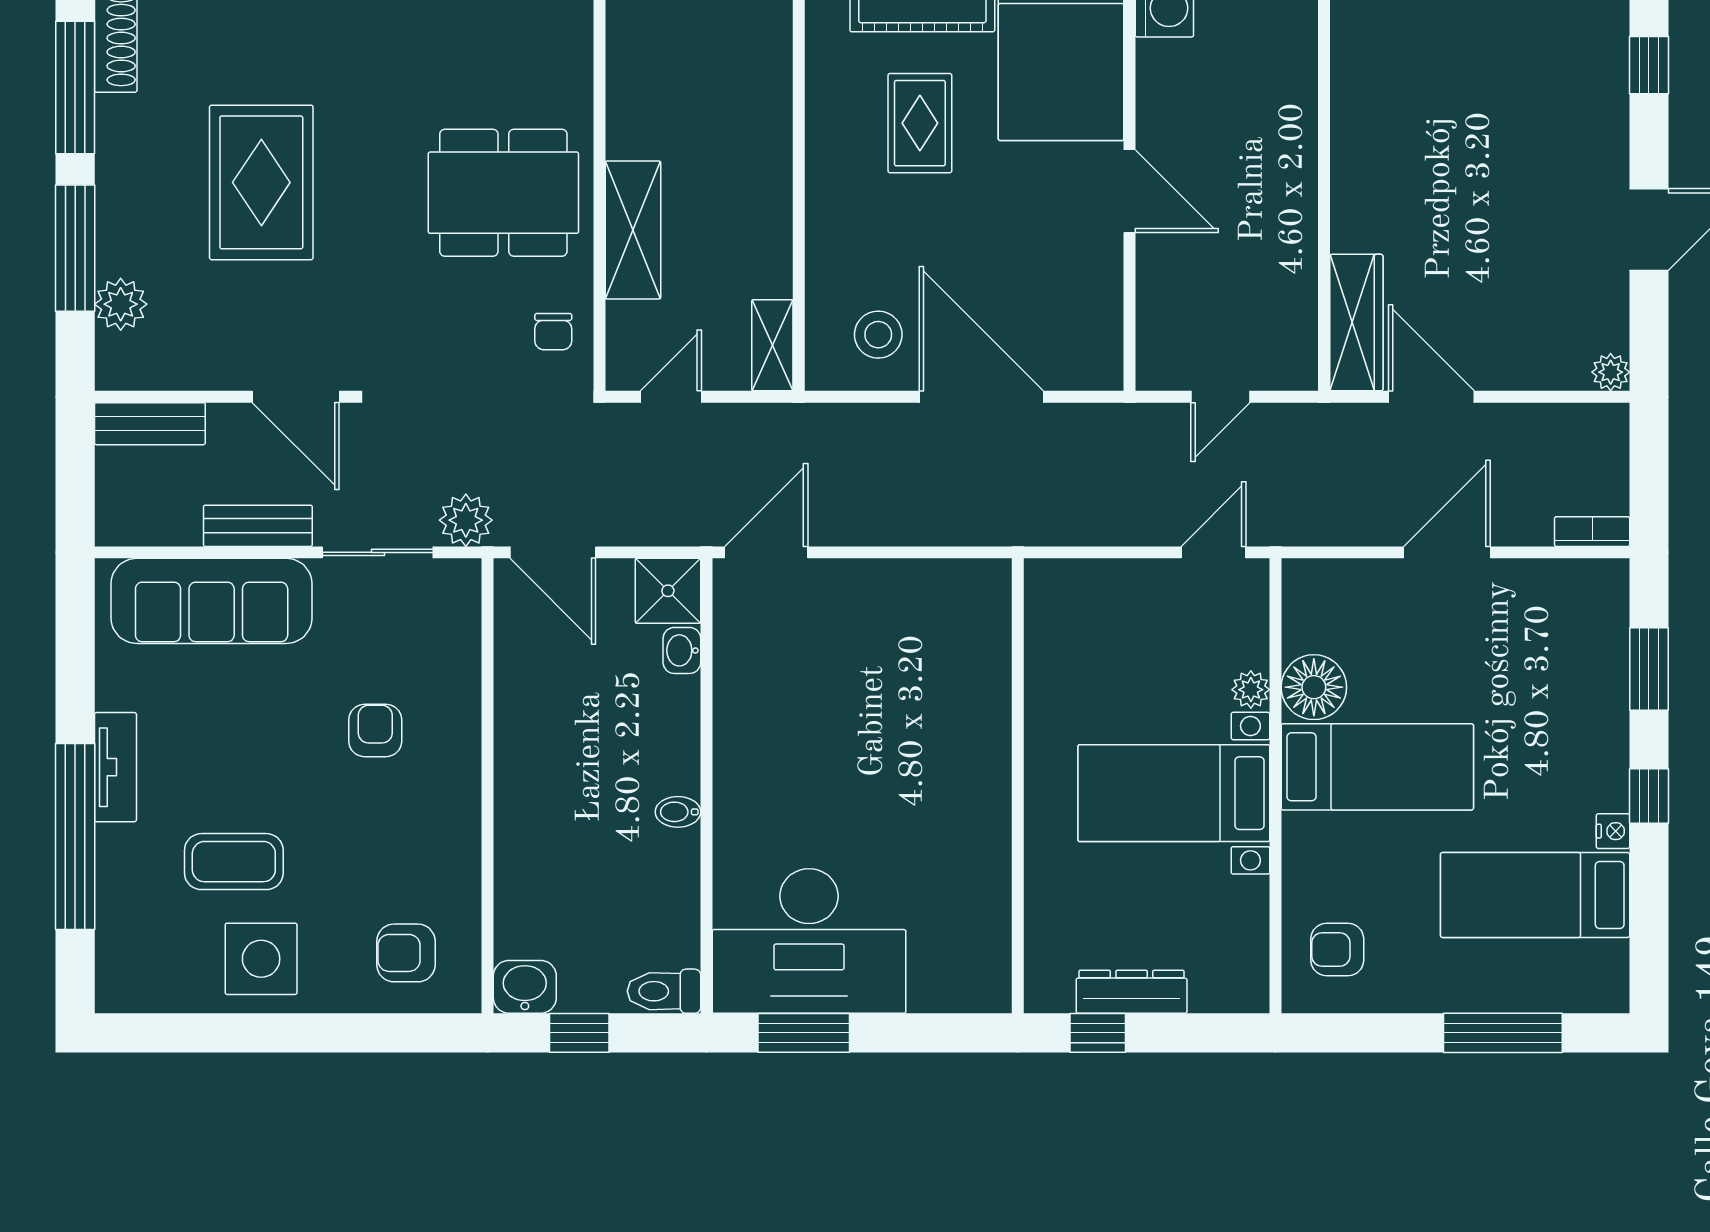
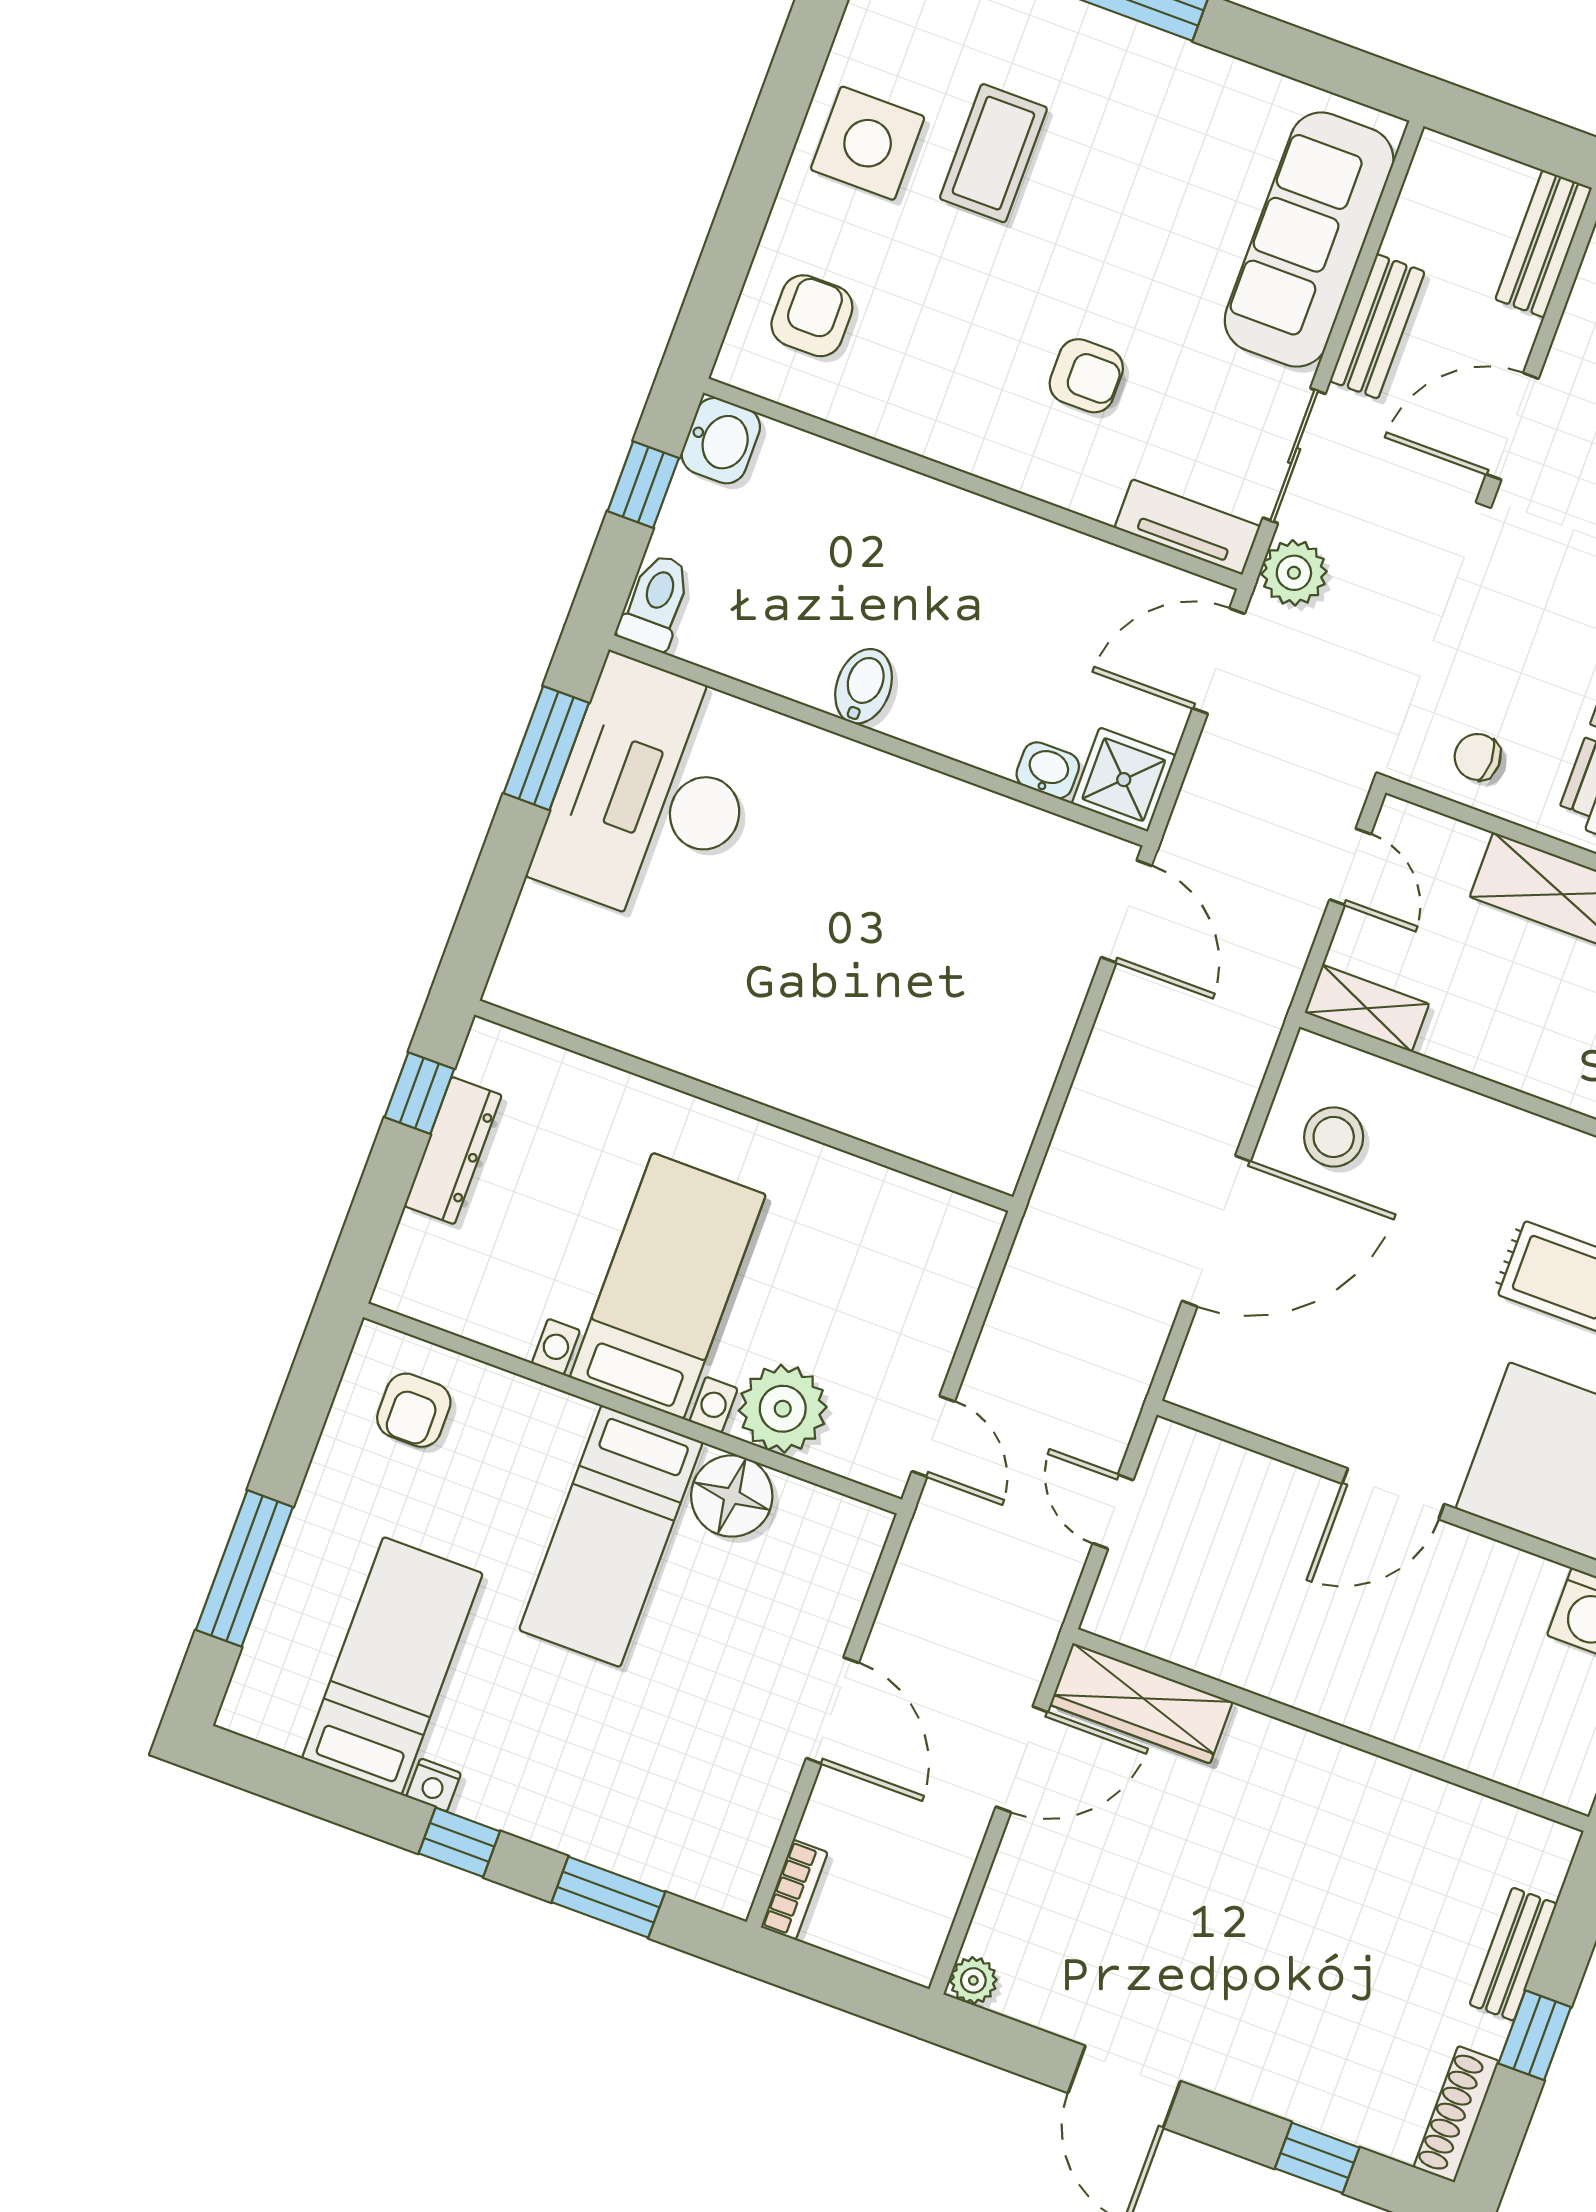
plant: (1251, 690) -> (783, 1409), width x1.87, depth x1.87
tv unit: (115, 767) -> (1187, 527), moved, turned 180
bidet: (678, 812) -> (864, 686), width x1.38, depth x1.36
armchair: (1337, 949) -> (414, 1410), turned 180

